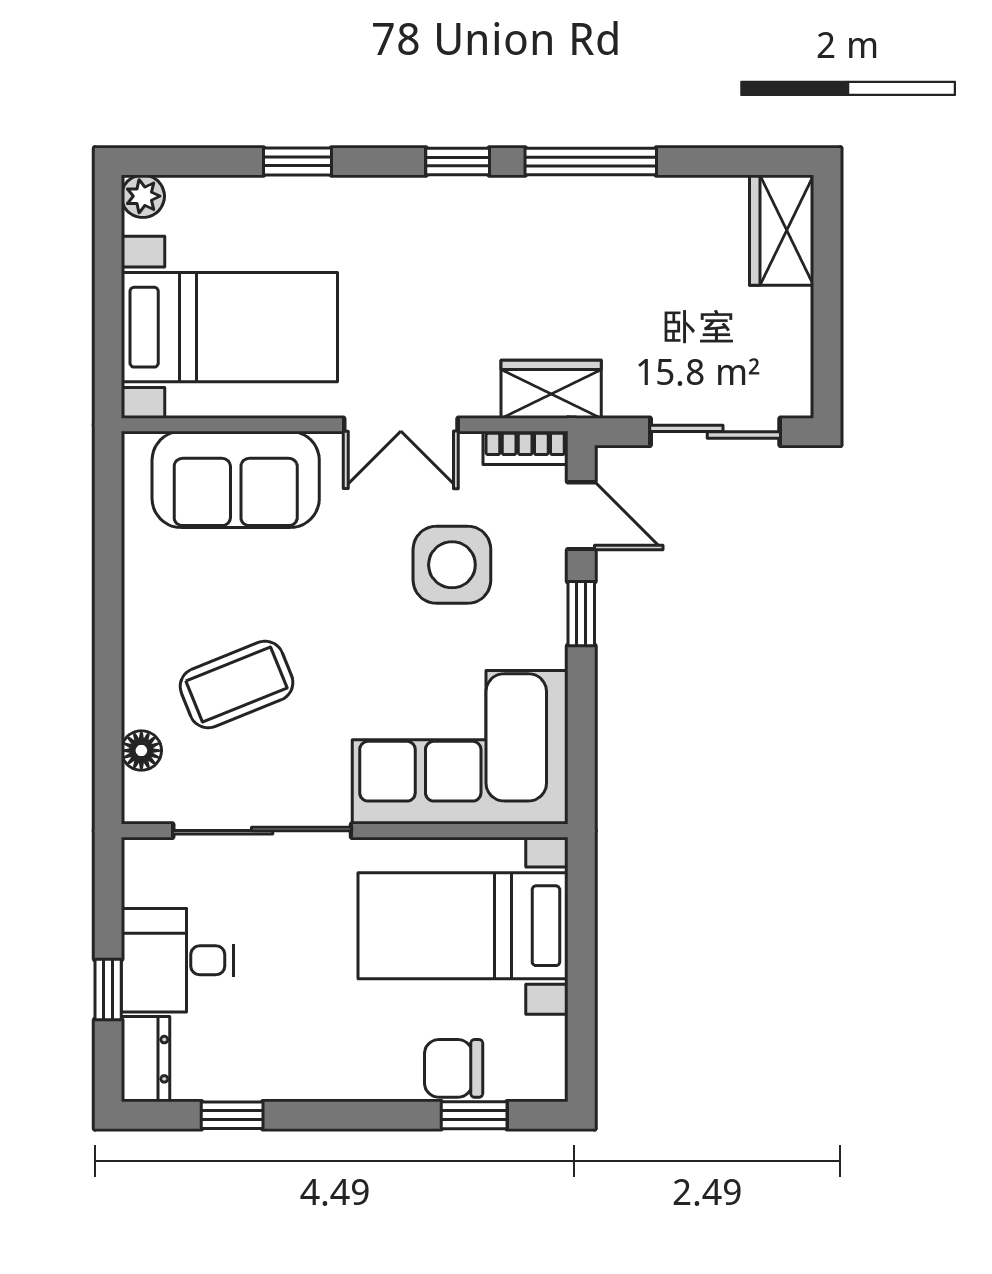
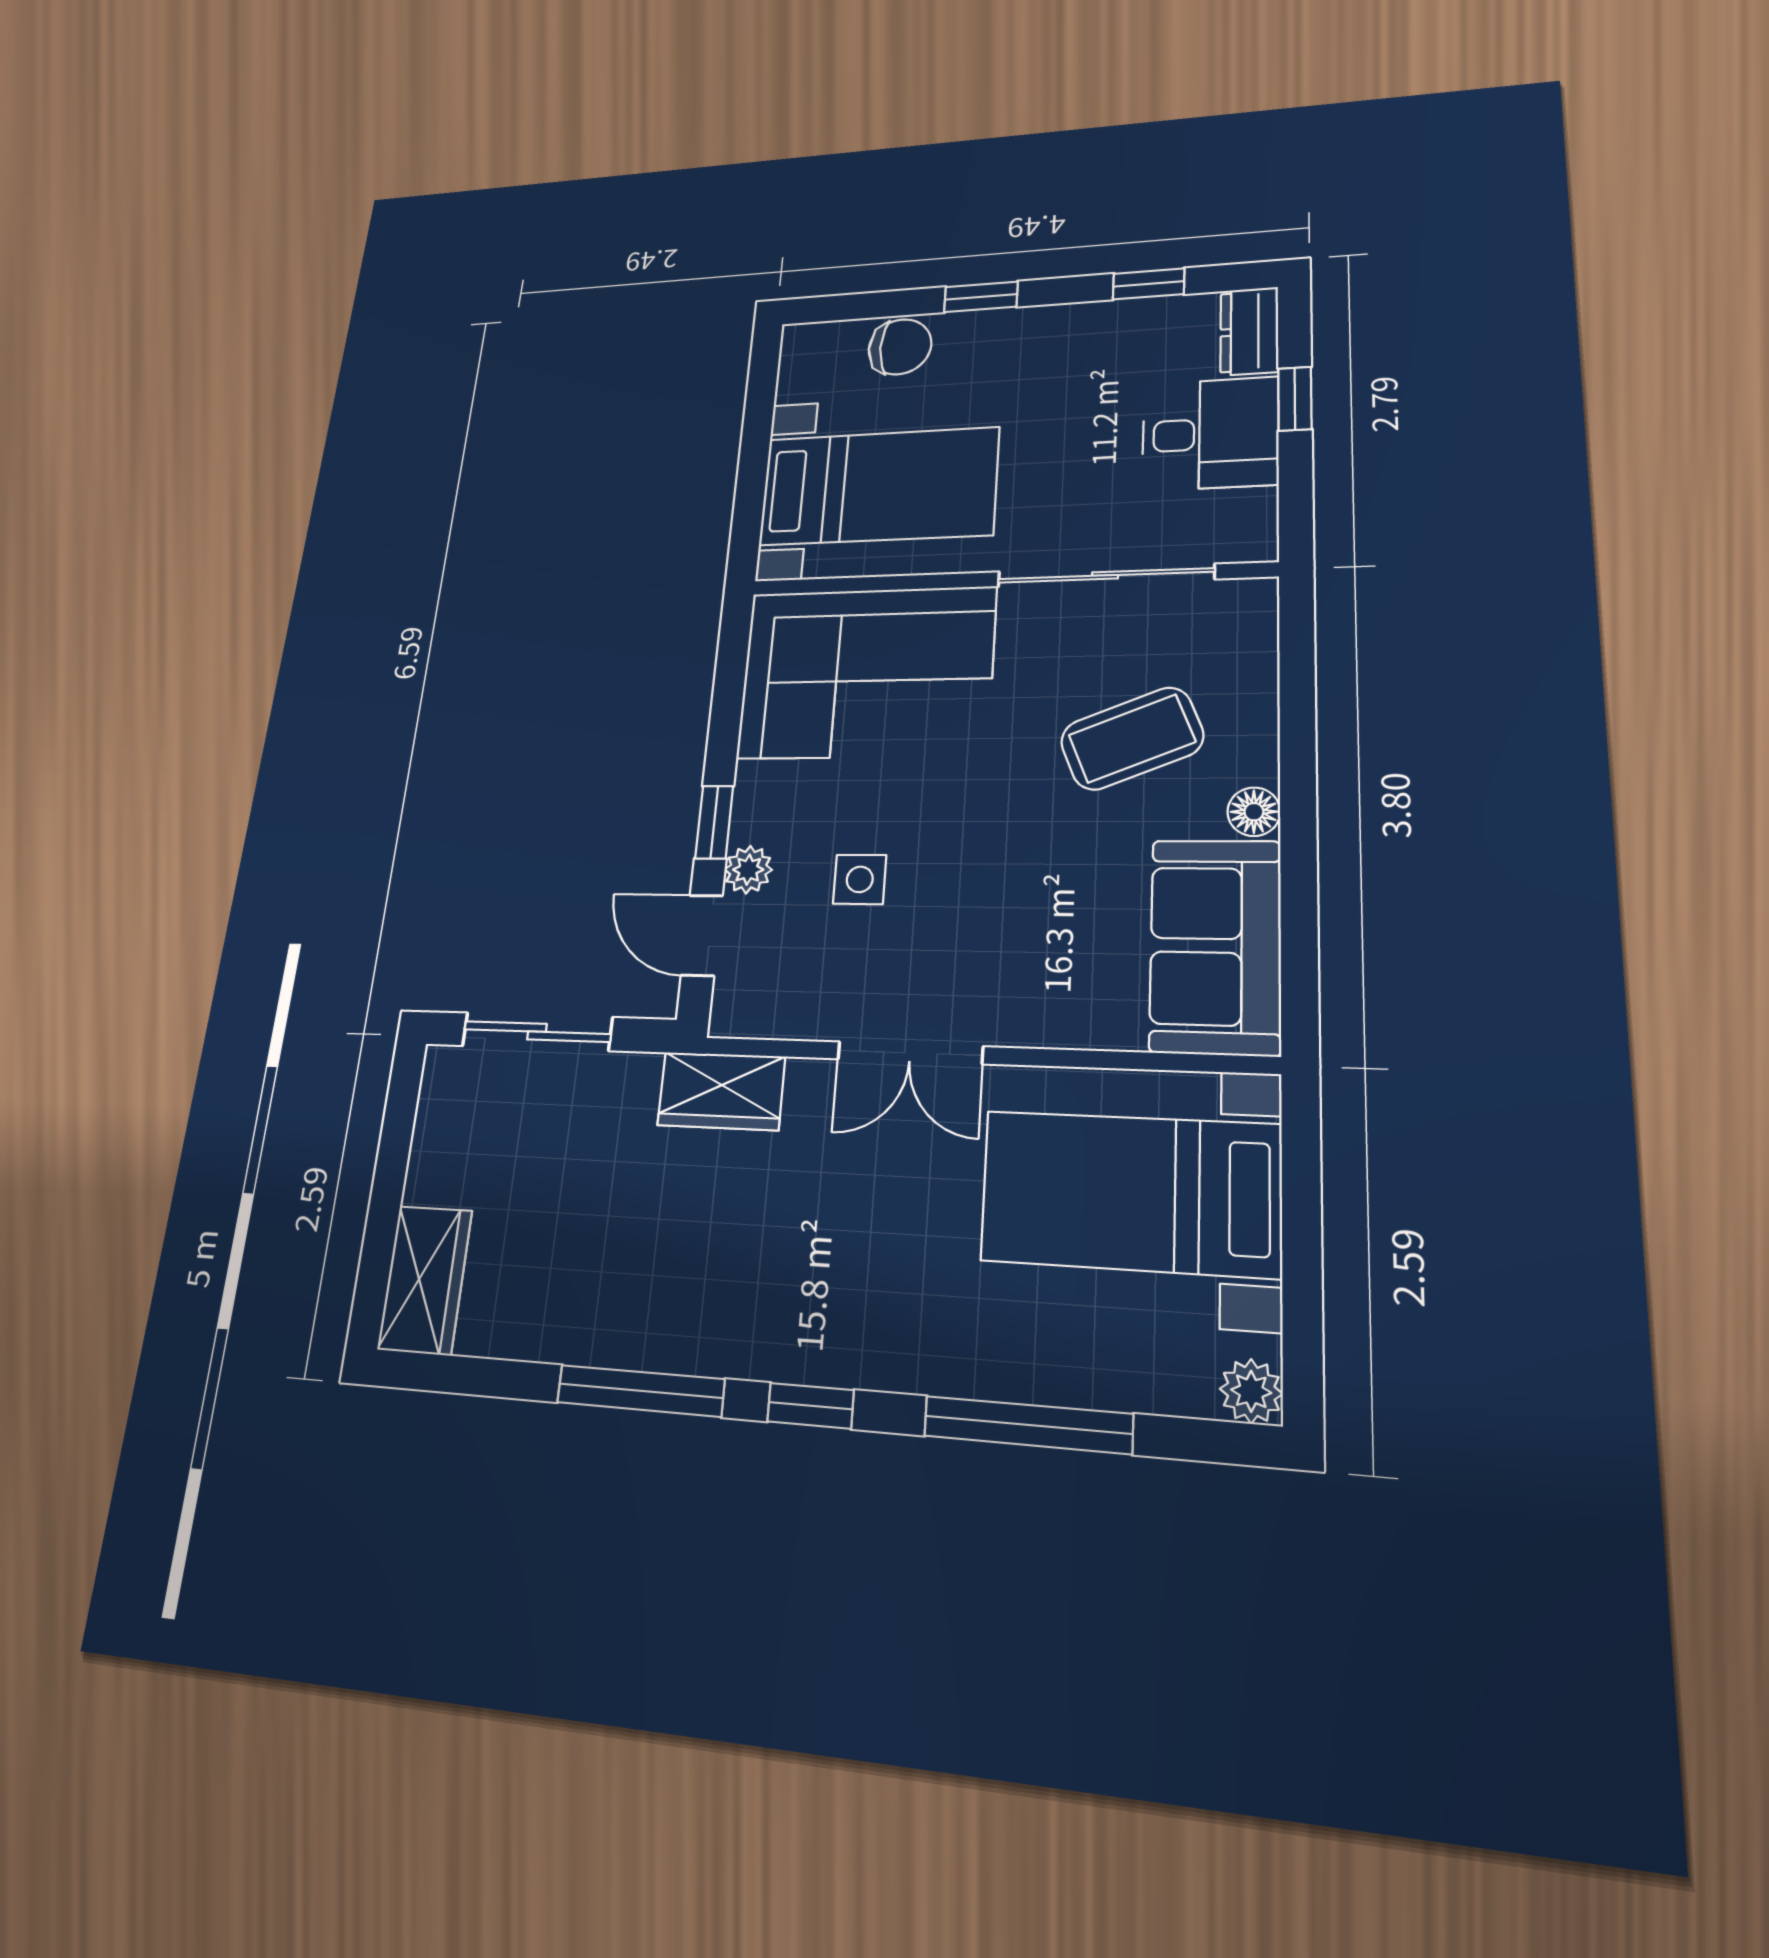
window: (297, 161) -> (1028, 1425), width x2.17
double door: (401, 425) -> (910, 1053), swing flipped
bookcase: (525, 448) -> (760, 1019), removed
sofa: (236, 479) -> (1215, 946), moved, turned -90
side table: (452, 565) -> (860, 879), width x0.54, depth x0.54
plant: (547, 572) -> (748, 870), added
floor lamp: (141, 751) -> (1254, 812), moved
window: (474, 1115) -> (981, 297), moved

